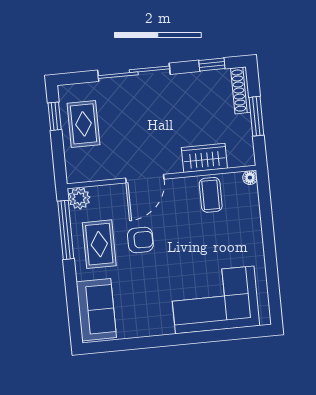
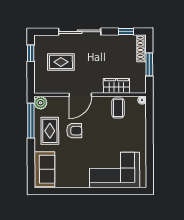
rug: (83, 124) -> (61, 62), moved, turned 90

